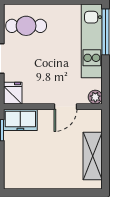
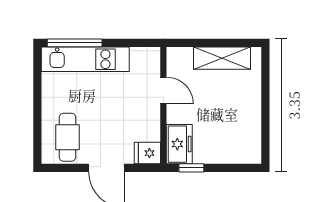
plant: (95, 97) -> (152, 55), removed

